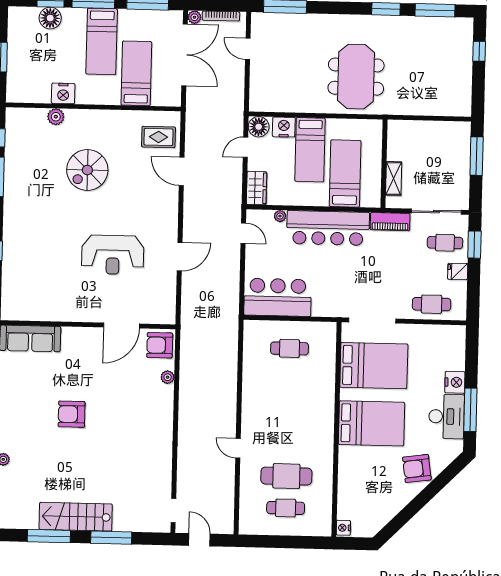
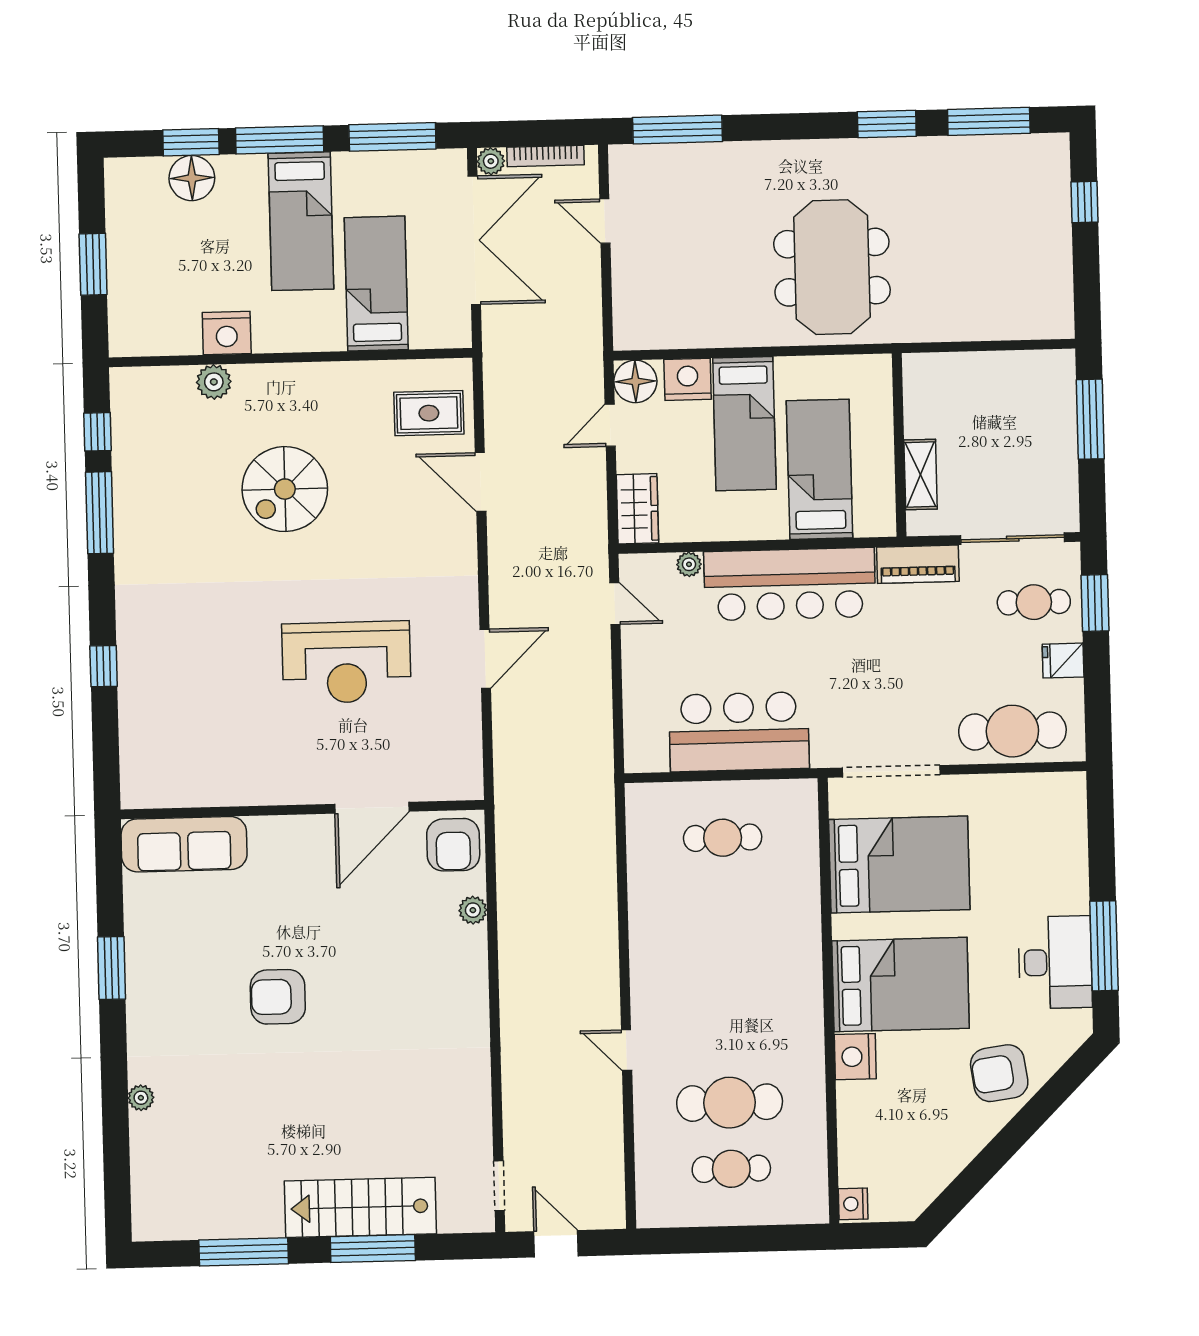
bar counter: (278, 297) -> (739, 732), moved
cafe table: (432, 304) -> (1012, 731), width x1.37, depth x1.35
armchair: (160, 345) -> (453, 845), turned -90
nightstand: (455, 382) -> (855, 1057), moved, turned 180
stairs: (76, 517) -> (360, 1207), moved

